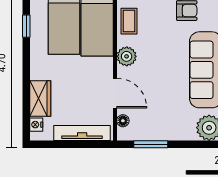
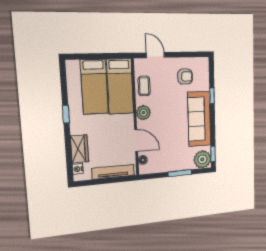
window: (26, 26) -> (66, 114), moved
window: (151, 144) -> (180, 173), moved

